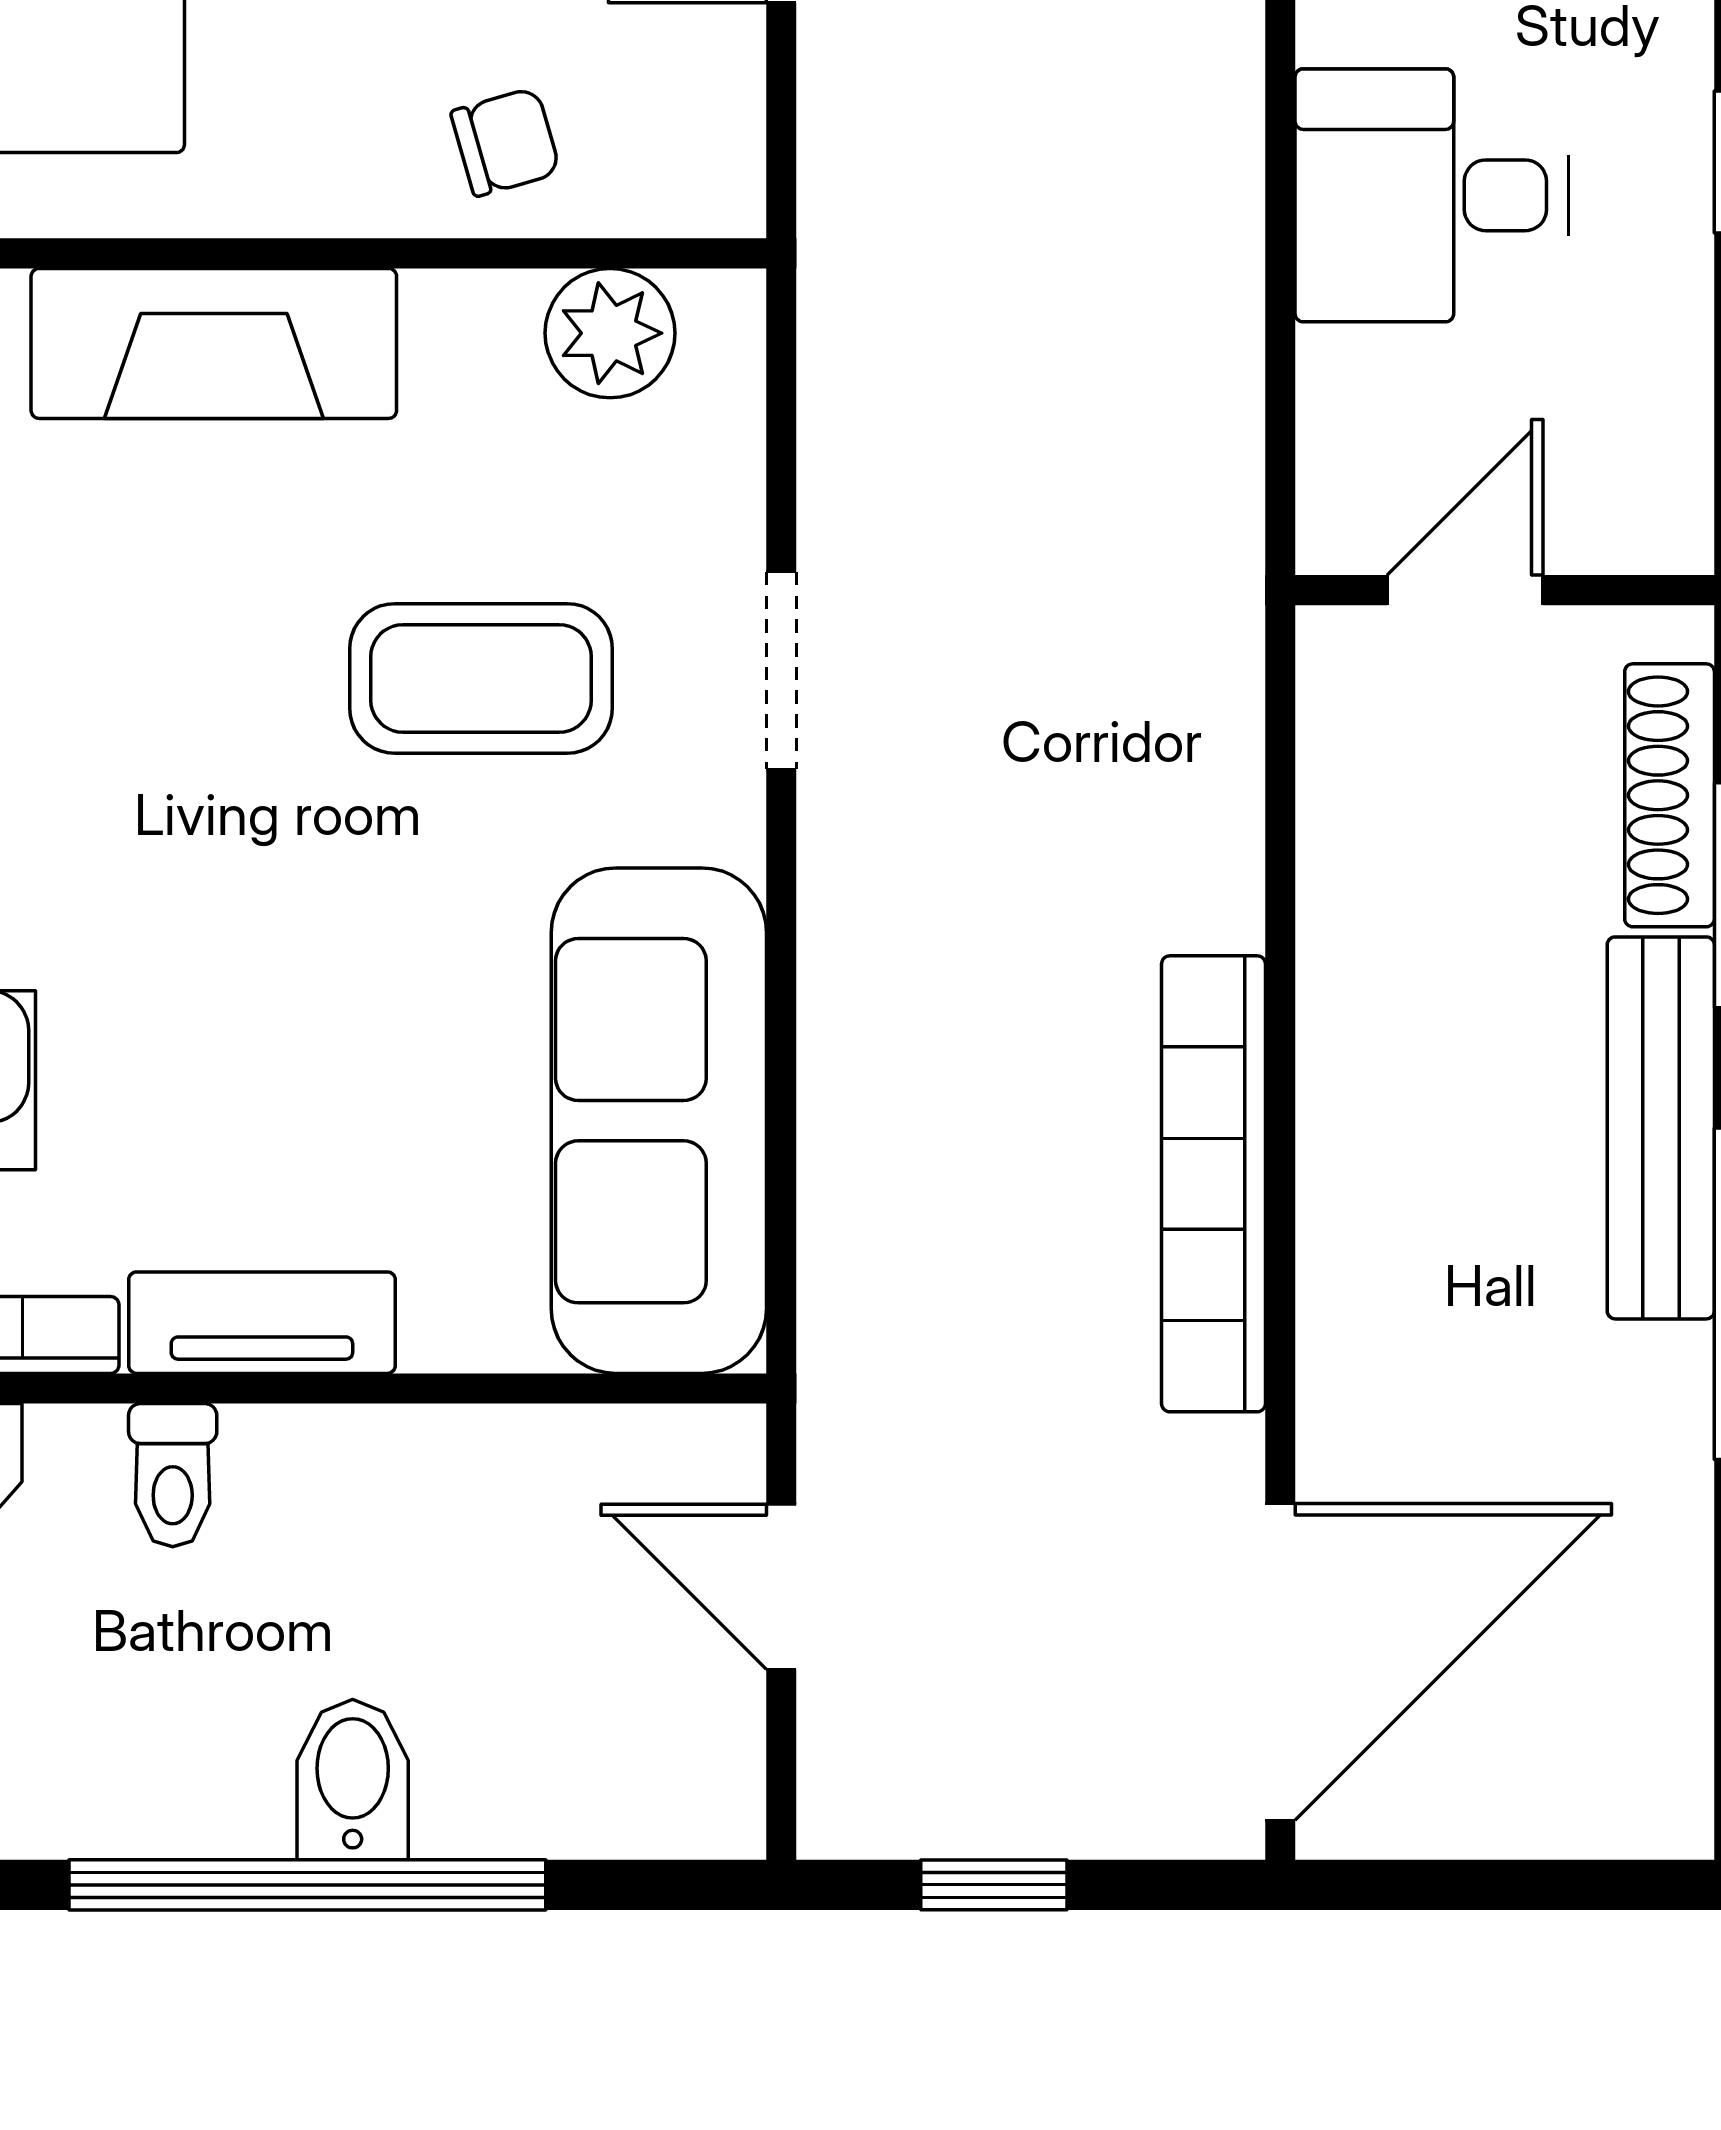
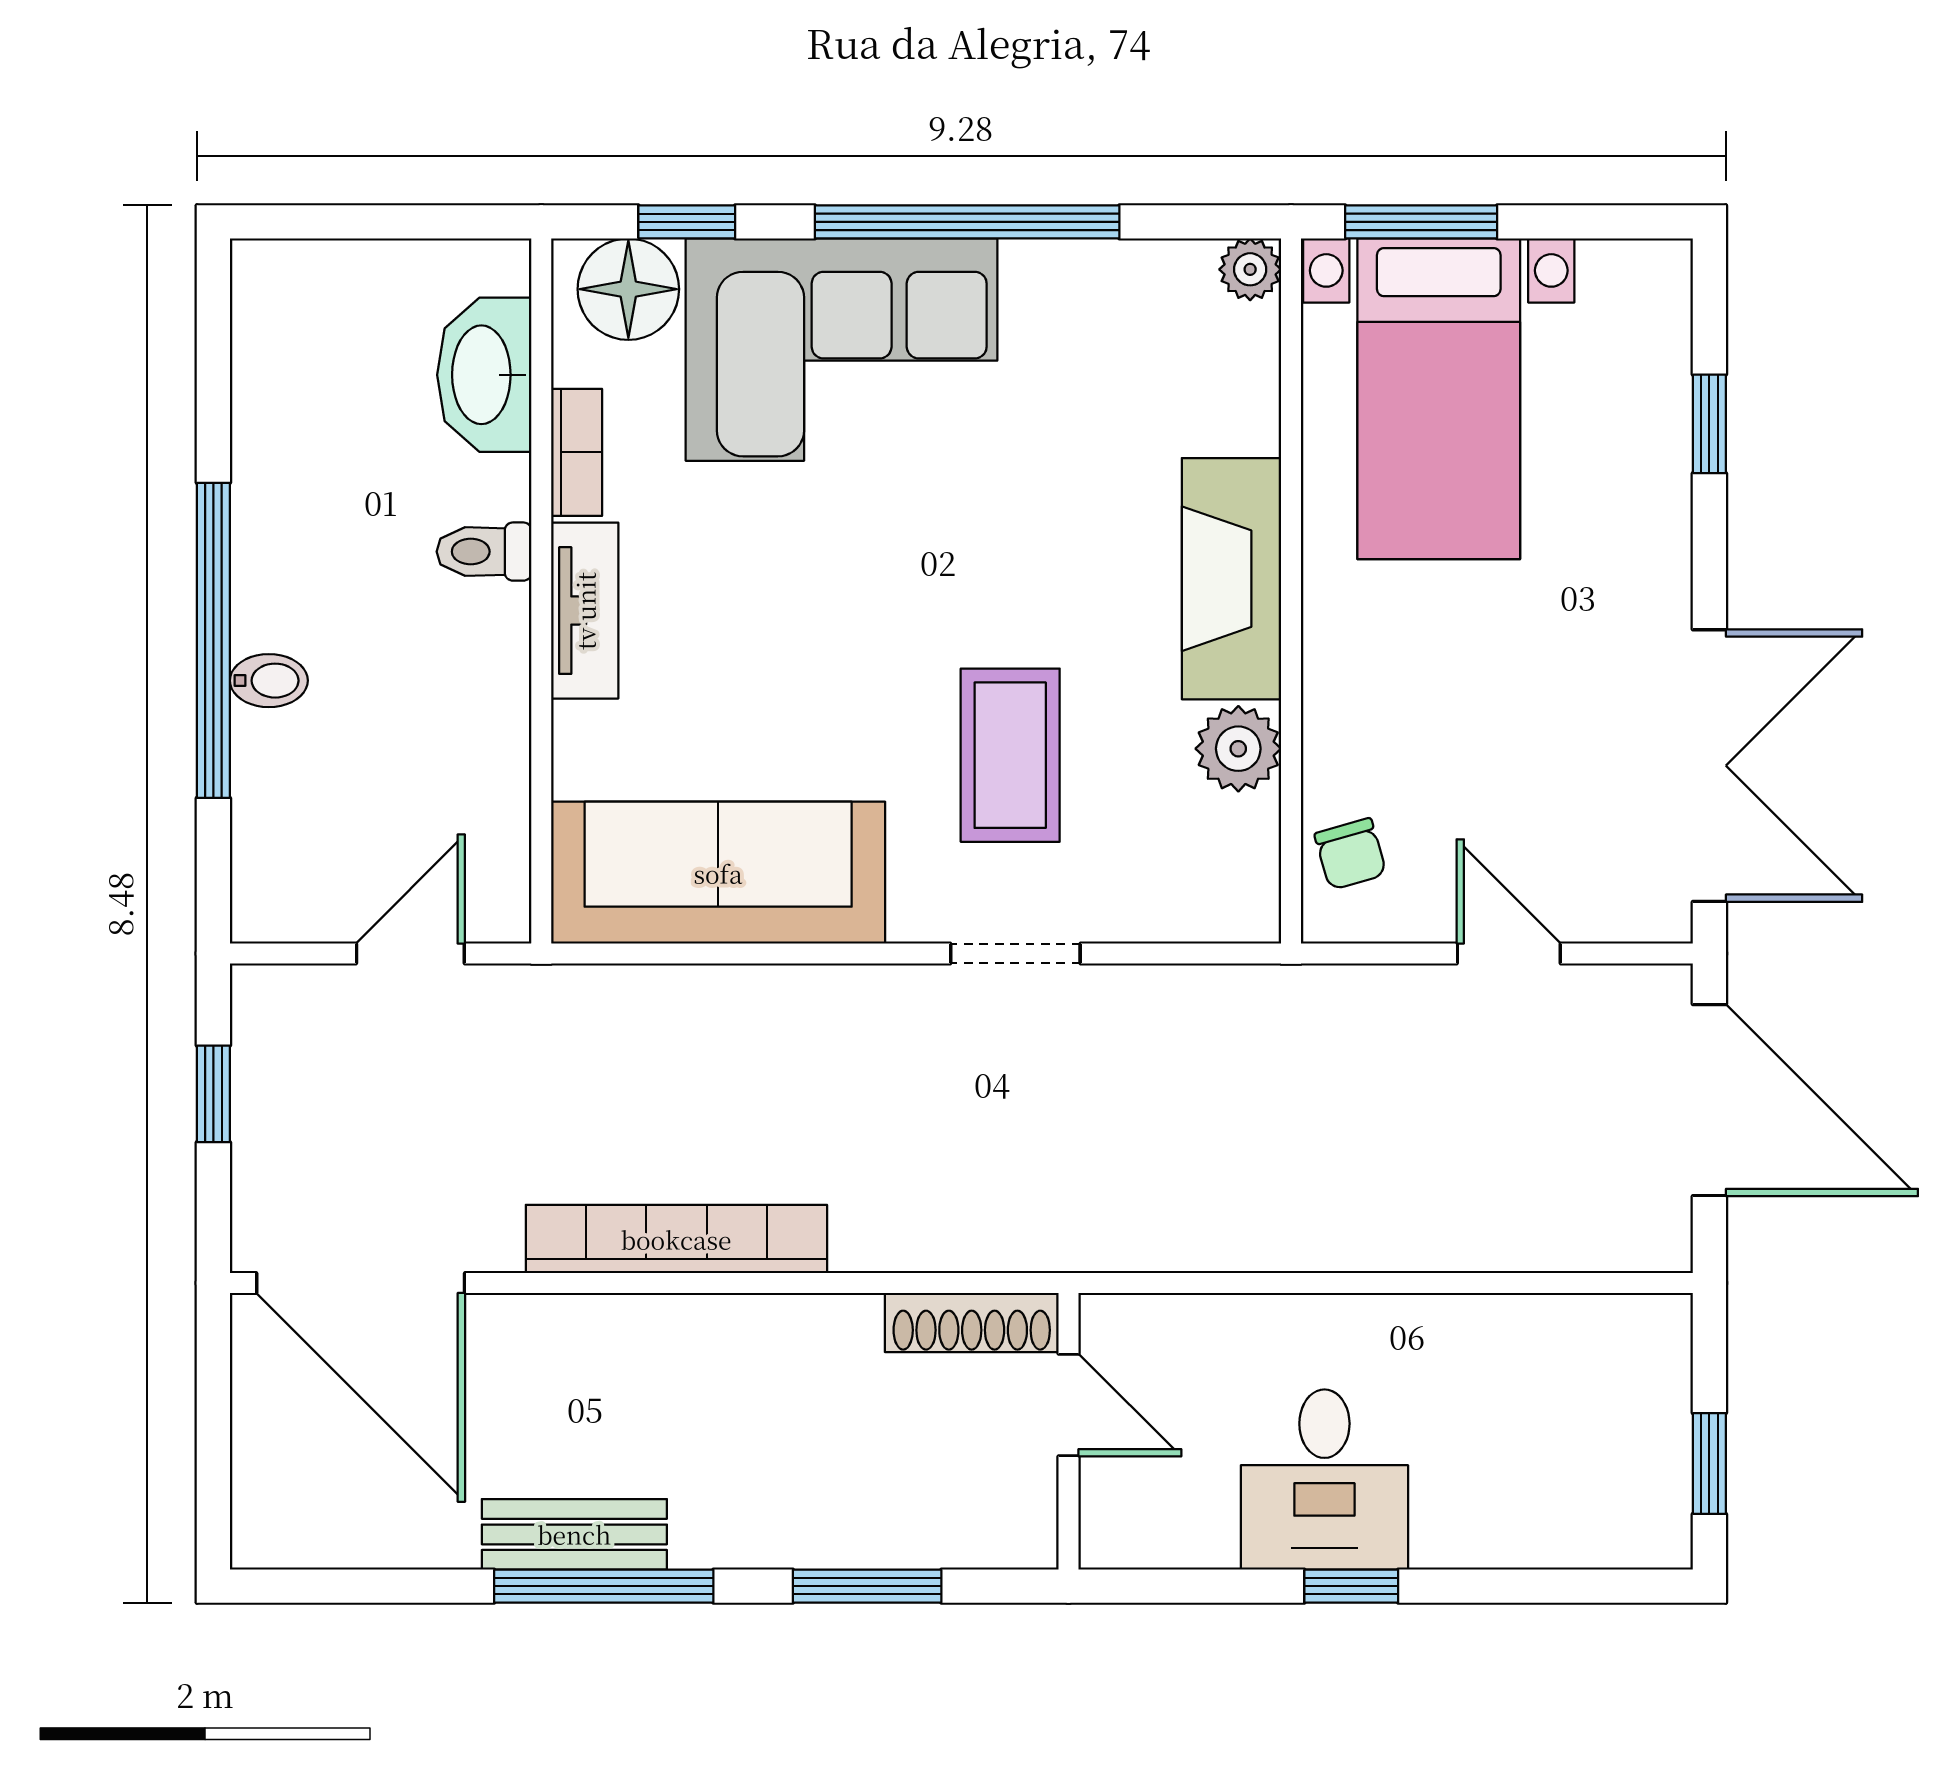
chair: (506, 142) -> (1350, 854), moved
desk: (1432, 195) -> (1324, 1480), moved, turned 180
plant: (610, 333) -> (1238, 749), moved
shoe rack: (1670, 795) -> (972, 1322), moved, turned 180
bench: (1661, 1128) -> (574, 1534), moved, width x0.73
bidet: (353, 1780) -> (269, 681), width x0.72, depth x0.74

